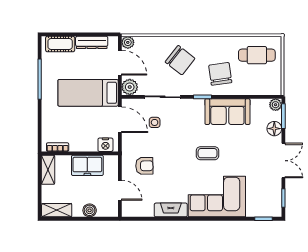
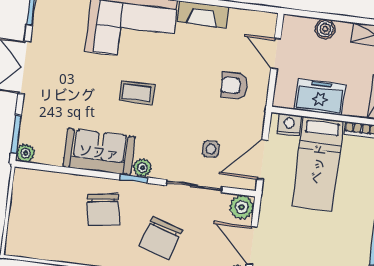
cafe table: (257, 55) -> (44, 231), removed
chair: (180, 60) -> (161, 238), turned -110
bed: (88, 93) -> (318, 164), moved, turned 90
plant: (198, 105) -> (142, 168), added
door: (120, 120) -> (263, 160), hinge flipped
floor lamp: (274, 129) -> (32, 117), removed

